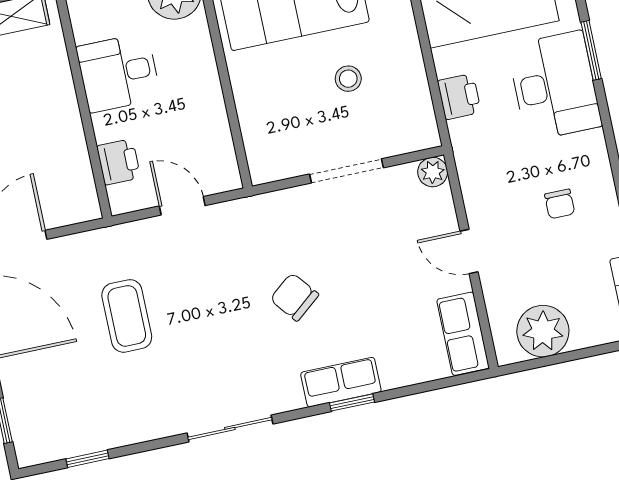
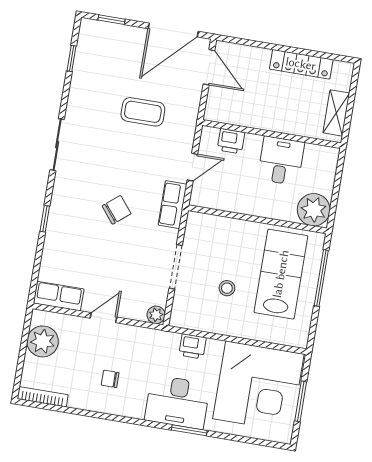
row of seats: (341, 382) -> (173, 205), moved, turned 180

